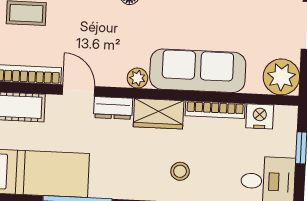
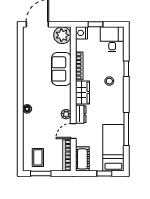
sofa: (198, 71) -> (61, 69), width x0.73
plant: (137, 78) -> (66, 114), moved
nightstand: (260, 116) -> (82, 33), moved

